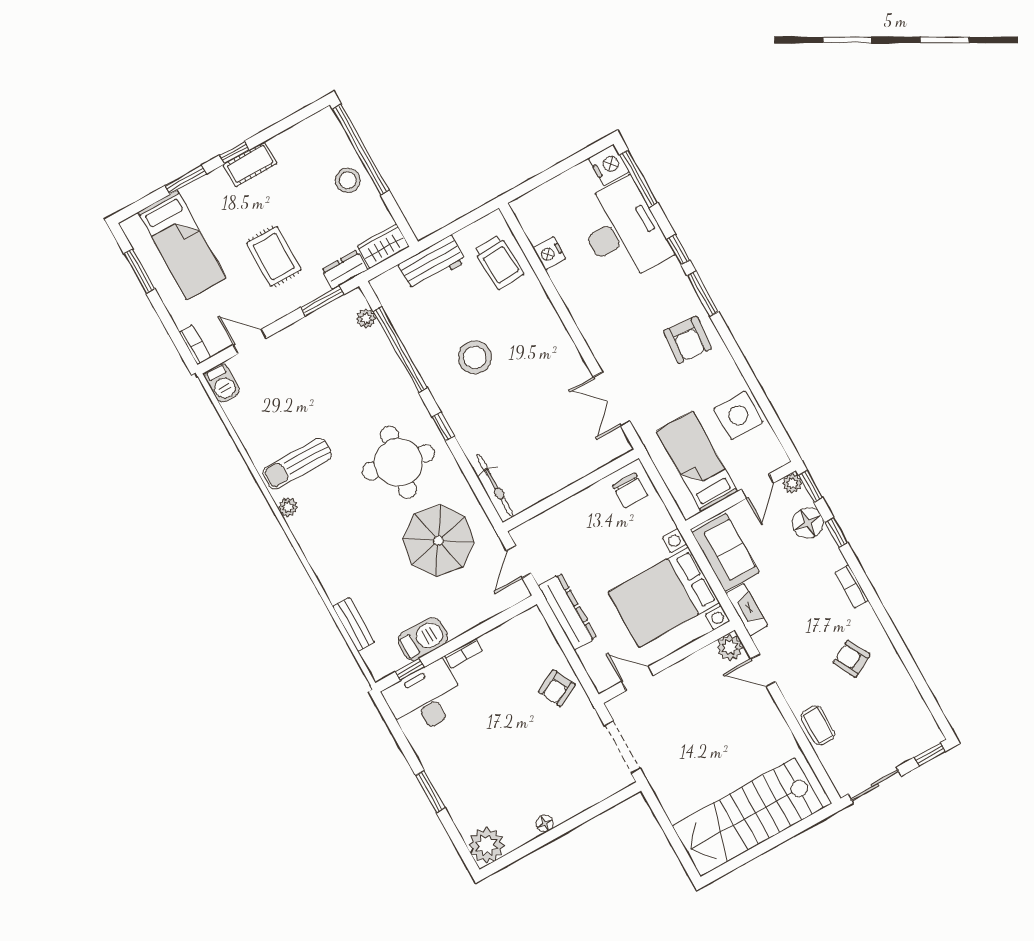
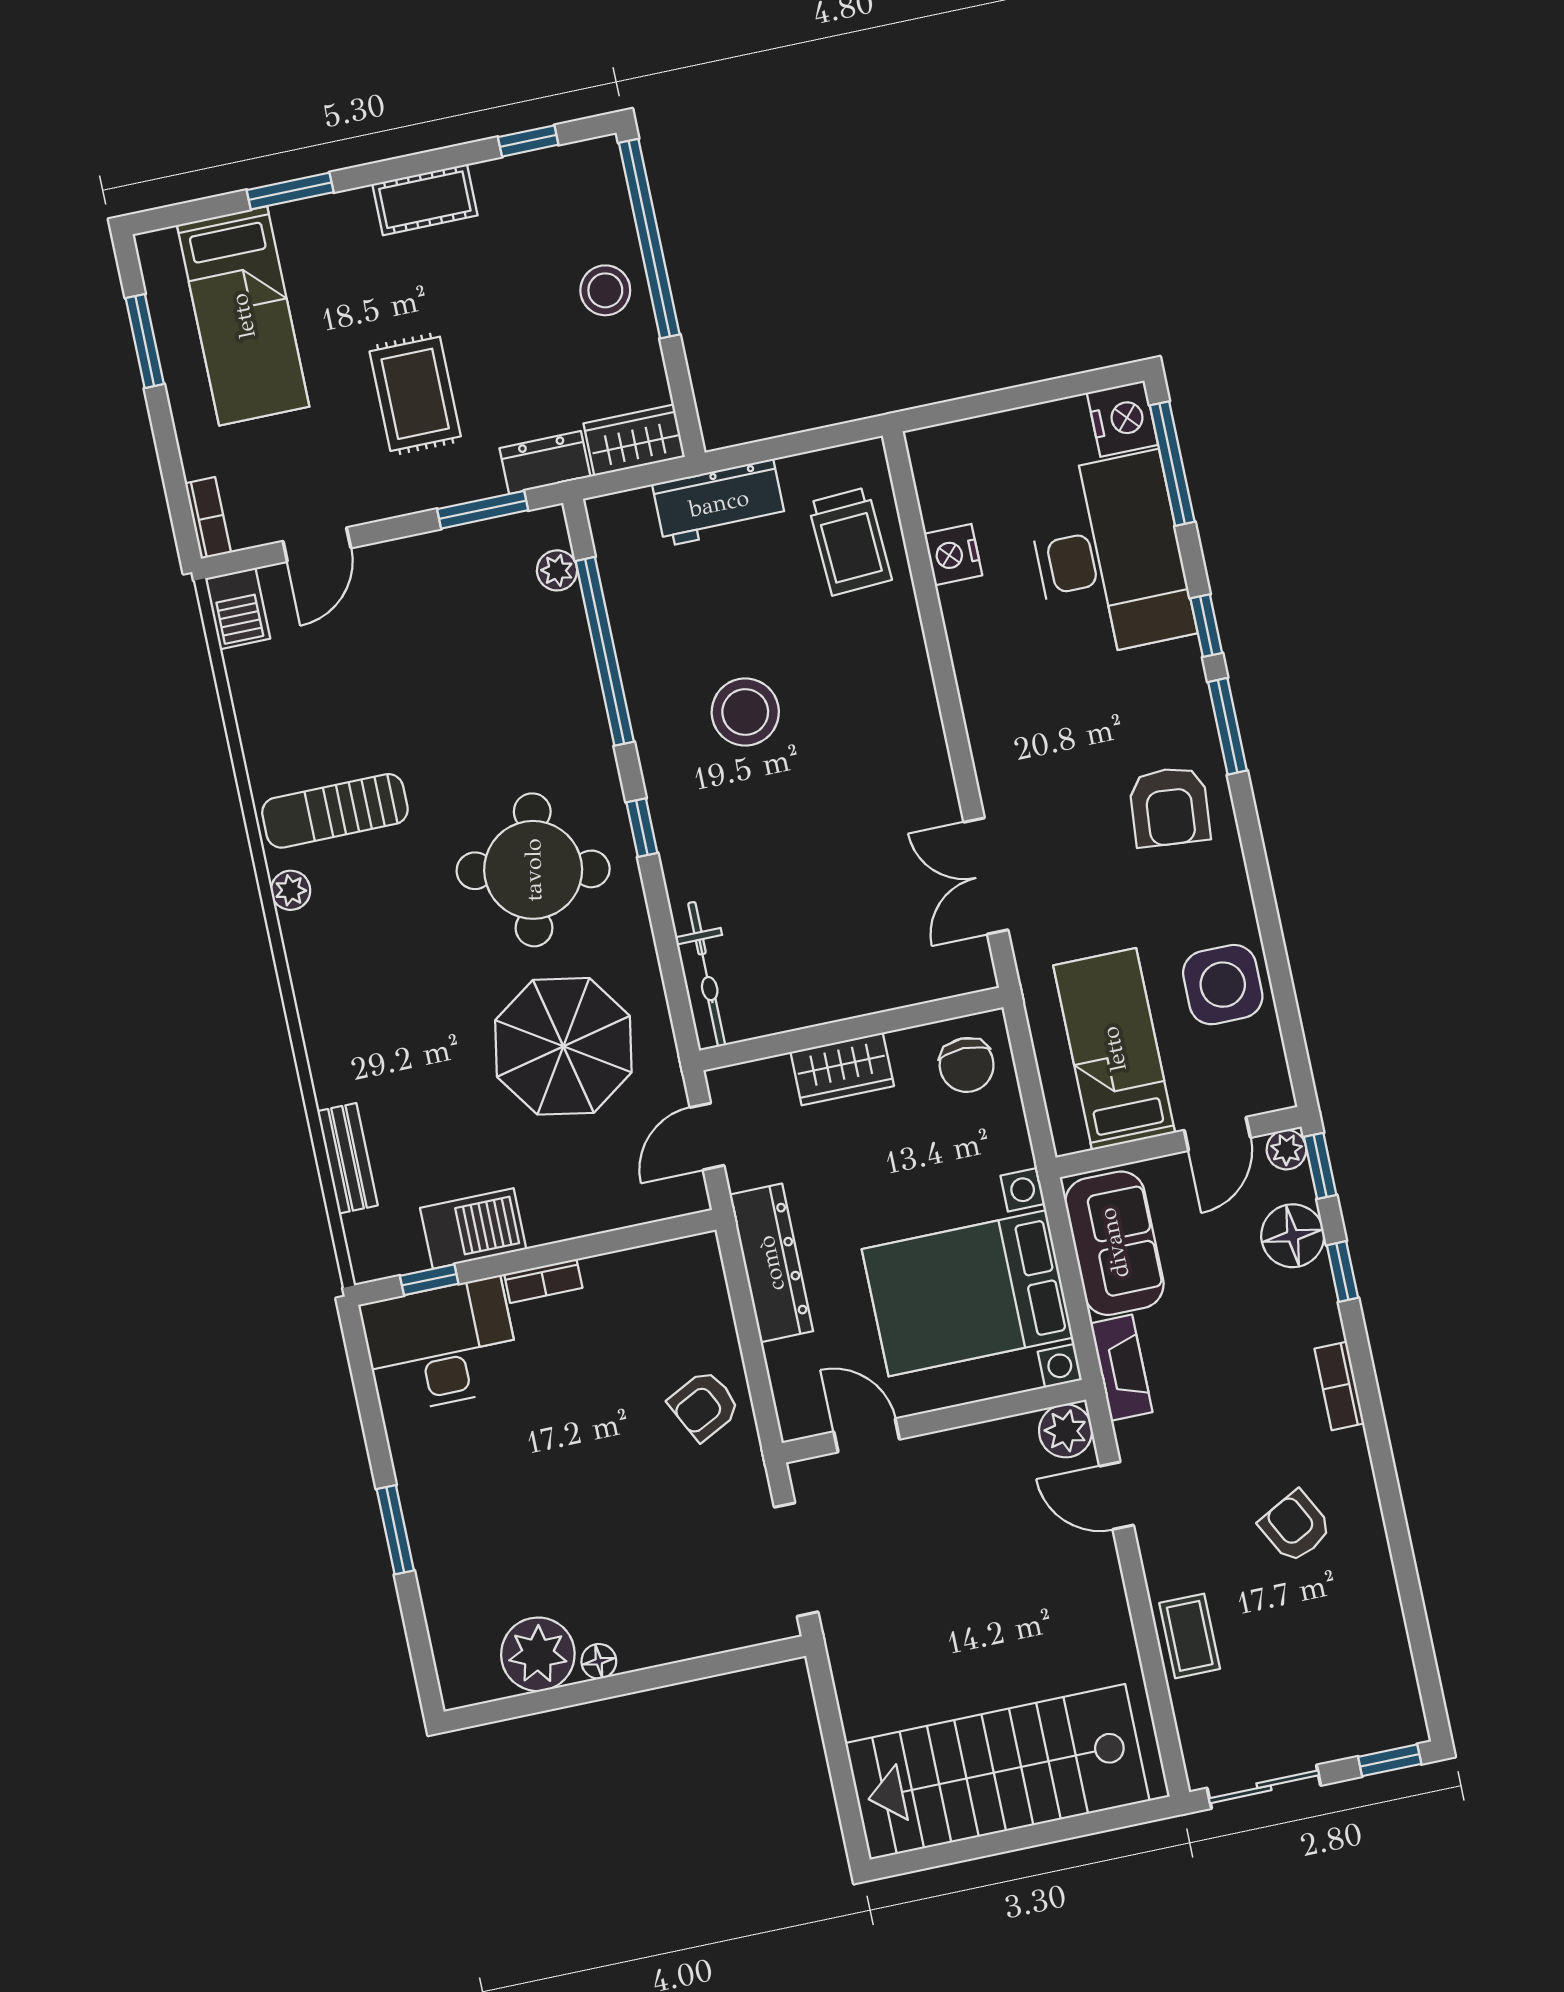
window: (234, 153) -> (528, 141), moved
door: (250, 341) -> (317, 545), swing flipped
wardrobe: (572, 510) -> (842, 1069), added
plant: (486, 845) -> (538, 1654), moved

